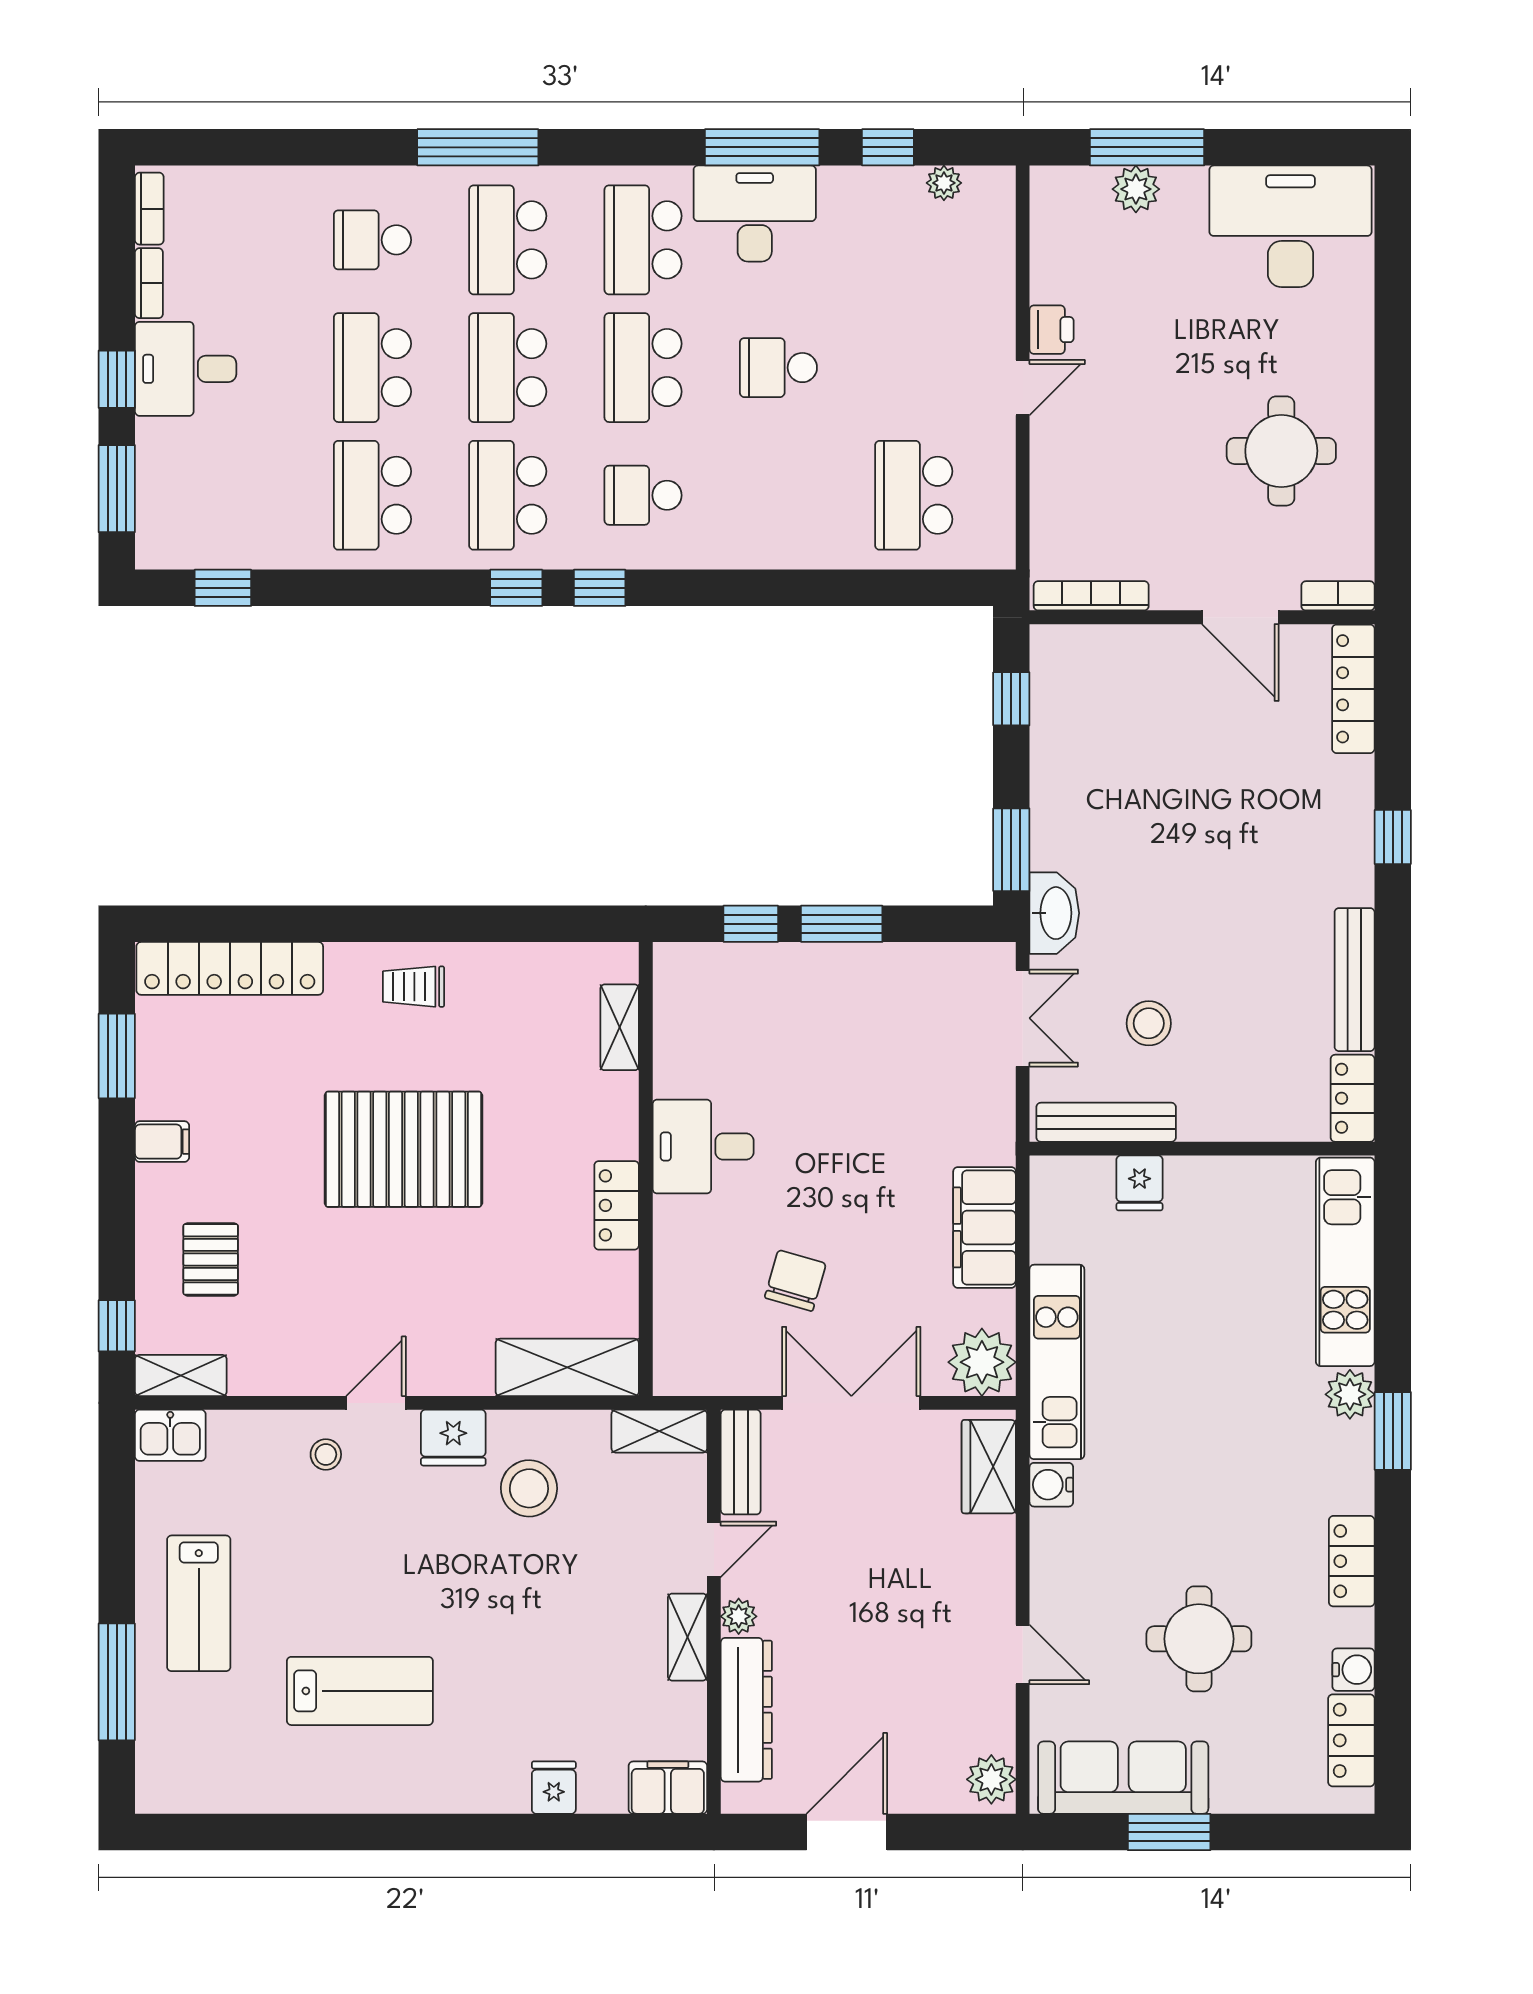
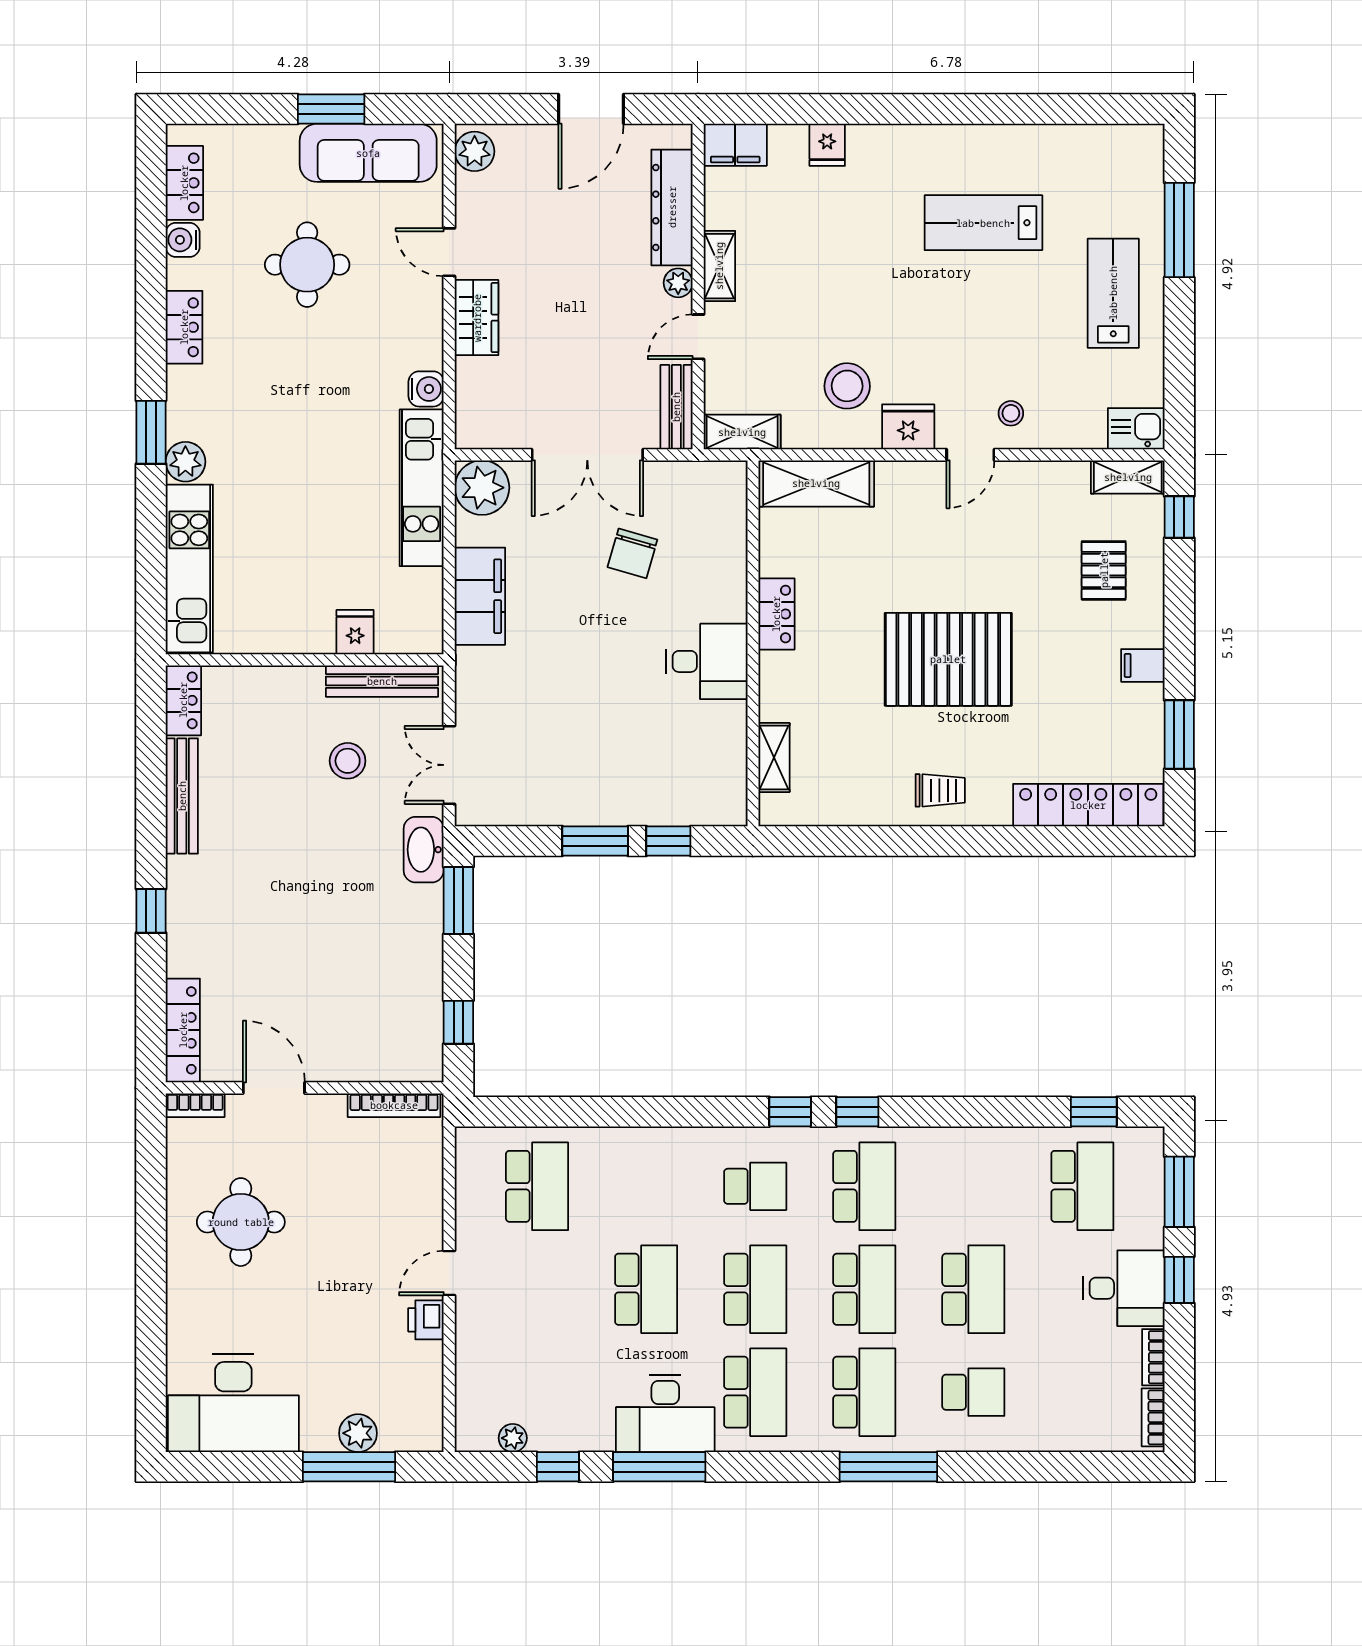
school desk: (778, 368) -> (646, 1289), width x1.85
school desk: (372, 495) -> (1082, 1186), moved
wardrobe: (989, 1467) -> (477, 318), moved

